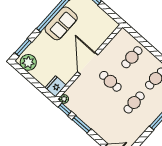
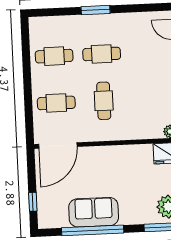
door: (88, 63) -> (58, 145), moved

